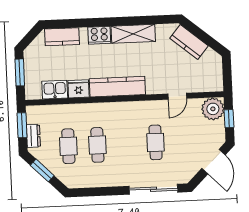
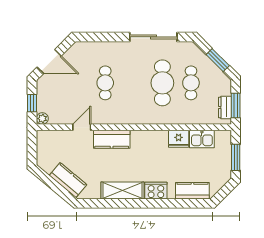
kitchen counter: (117, 87) -> (112, 139), moved, width x0.67
plant: (213, 109) -> (42, 119), width x0.53, depth x0.53
dresser: (33, 136) -> (225, 107), moved
cafe table: (97, 145) -> (162, 83), width x1.37, depth x1.35
door: (213, 162) -> (49, 61), swing flipped
sliding door: (153, 189) -> (153, 37), moved

